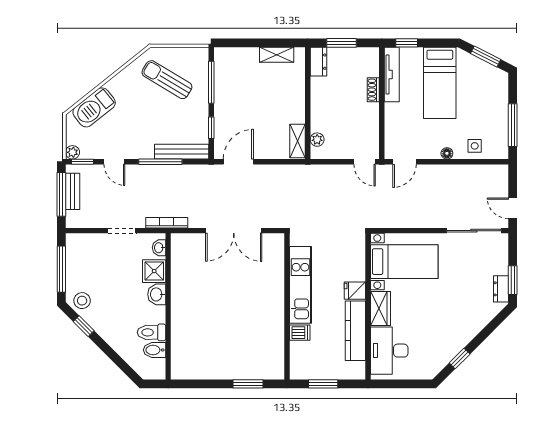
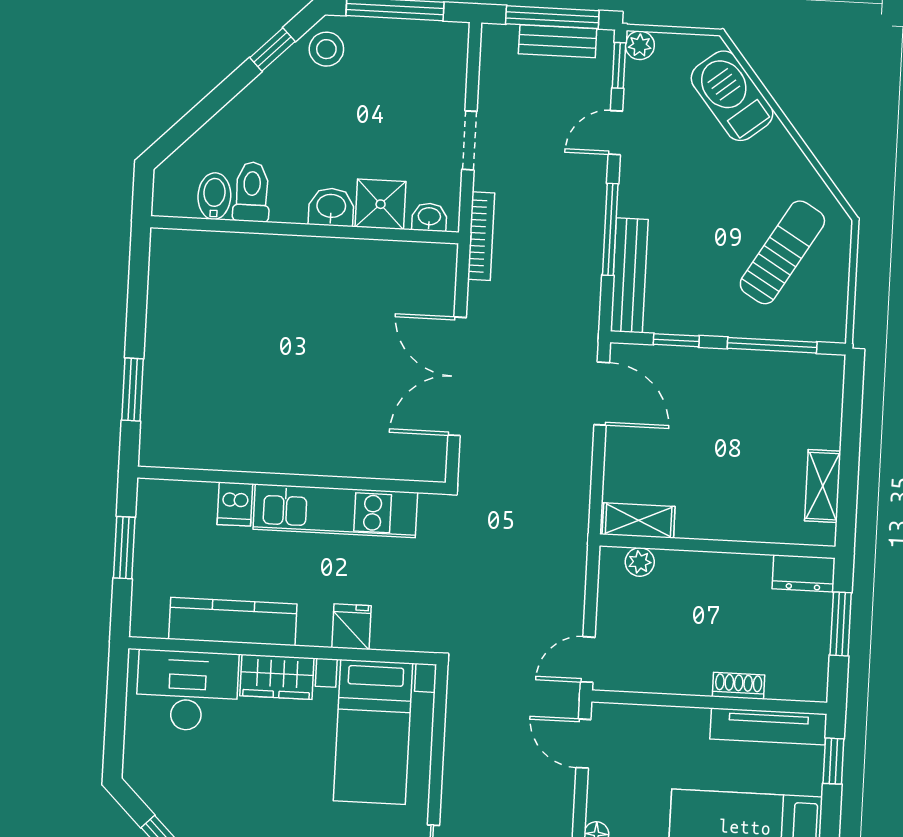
fridge: (355, 291) -> (352, 627), moved

